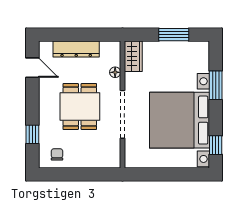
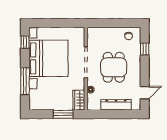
window: (174, 35) -> (63, 114), moved
door: (32, 68) -> (145, 93), swing flipped
window: (216, 85) -> (25, 81), width x1.44

